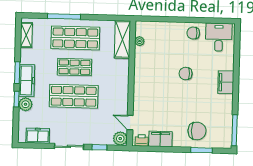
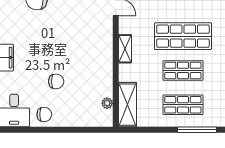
shop shelf: (75, 38) -> (183, 105), width x0.70, depth x0.74
chair: (186, 74) -> (56, 81), moved
shelving: (123, 87) -> (125, 49), added

